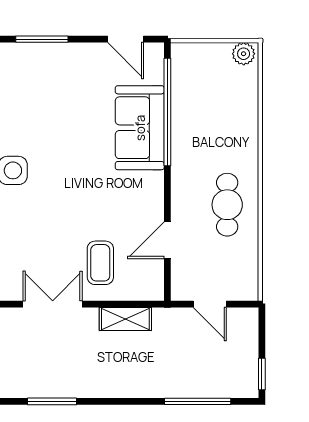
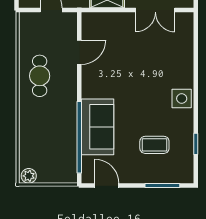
coffee table: (100, 263) -> (154, 145), moved, turned 90

